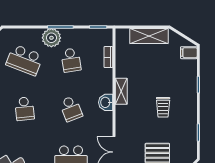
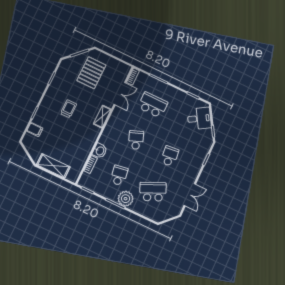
filing cabinet: (189, 53) -> (35, 130), moved
school desk: (25, 60) -> (153, 192), turned -45
shelving: (121, 91) -> (102, 117), moved
washbasin: (106, 102) -> (100, 151), moved

